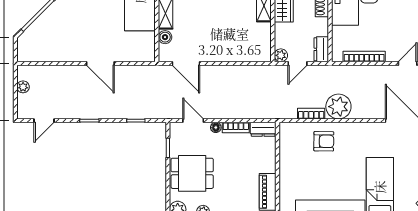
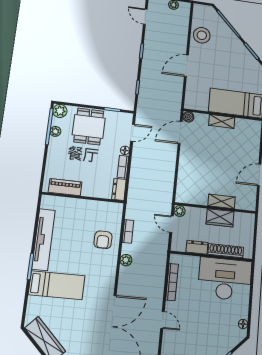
boiler: (165, 37) -> (188, 117), moved
stool: (58, 48) -> (202, 35), added
dresser: (321, 49) -> (197, 247), moved
plant: (338, 107) -> (126, 260), width x0.53, depth x0.53

